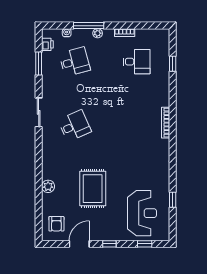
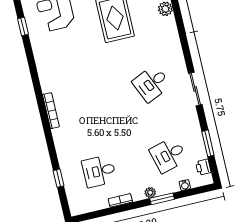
window: (89, 26) -> (162, 199), width x0.69

